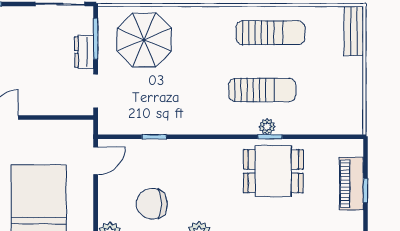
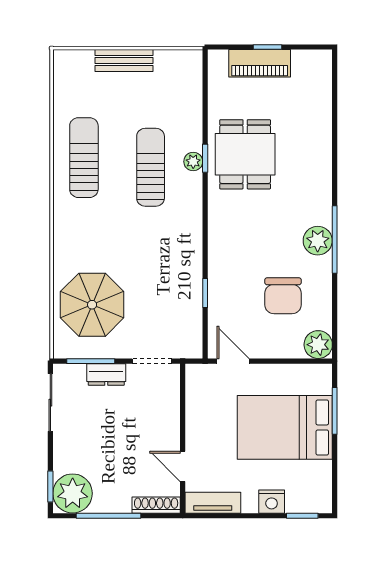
bench: (354, 31) -> (124, 61), moved

